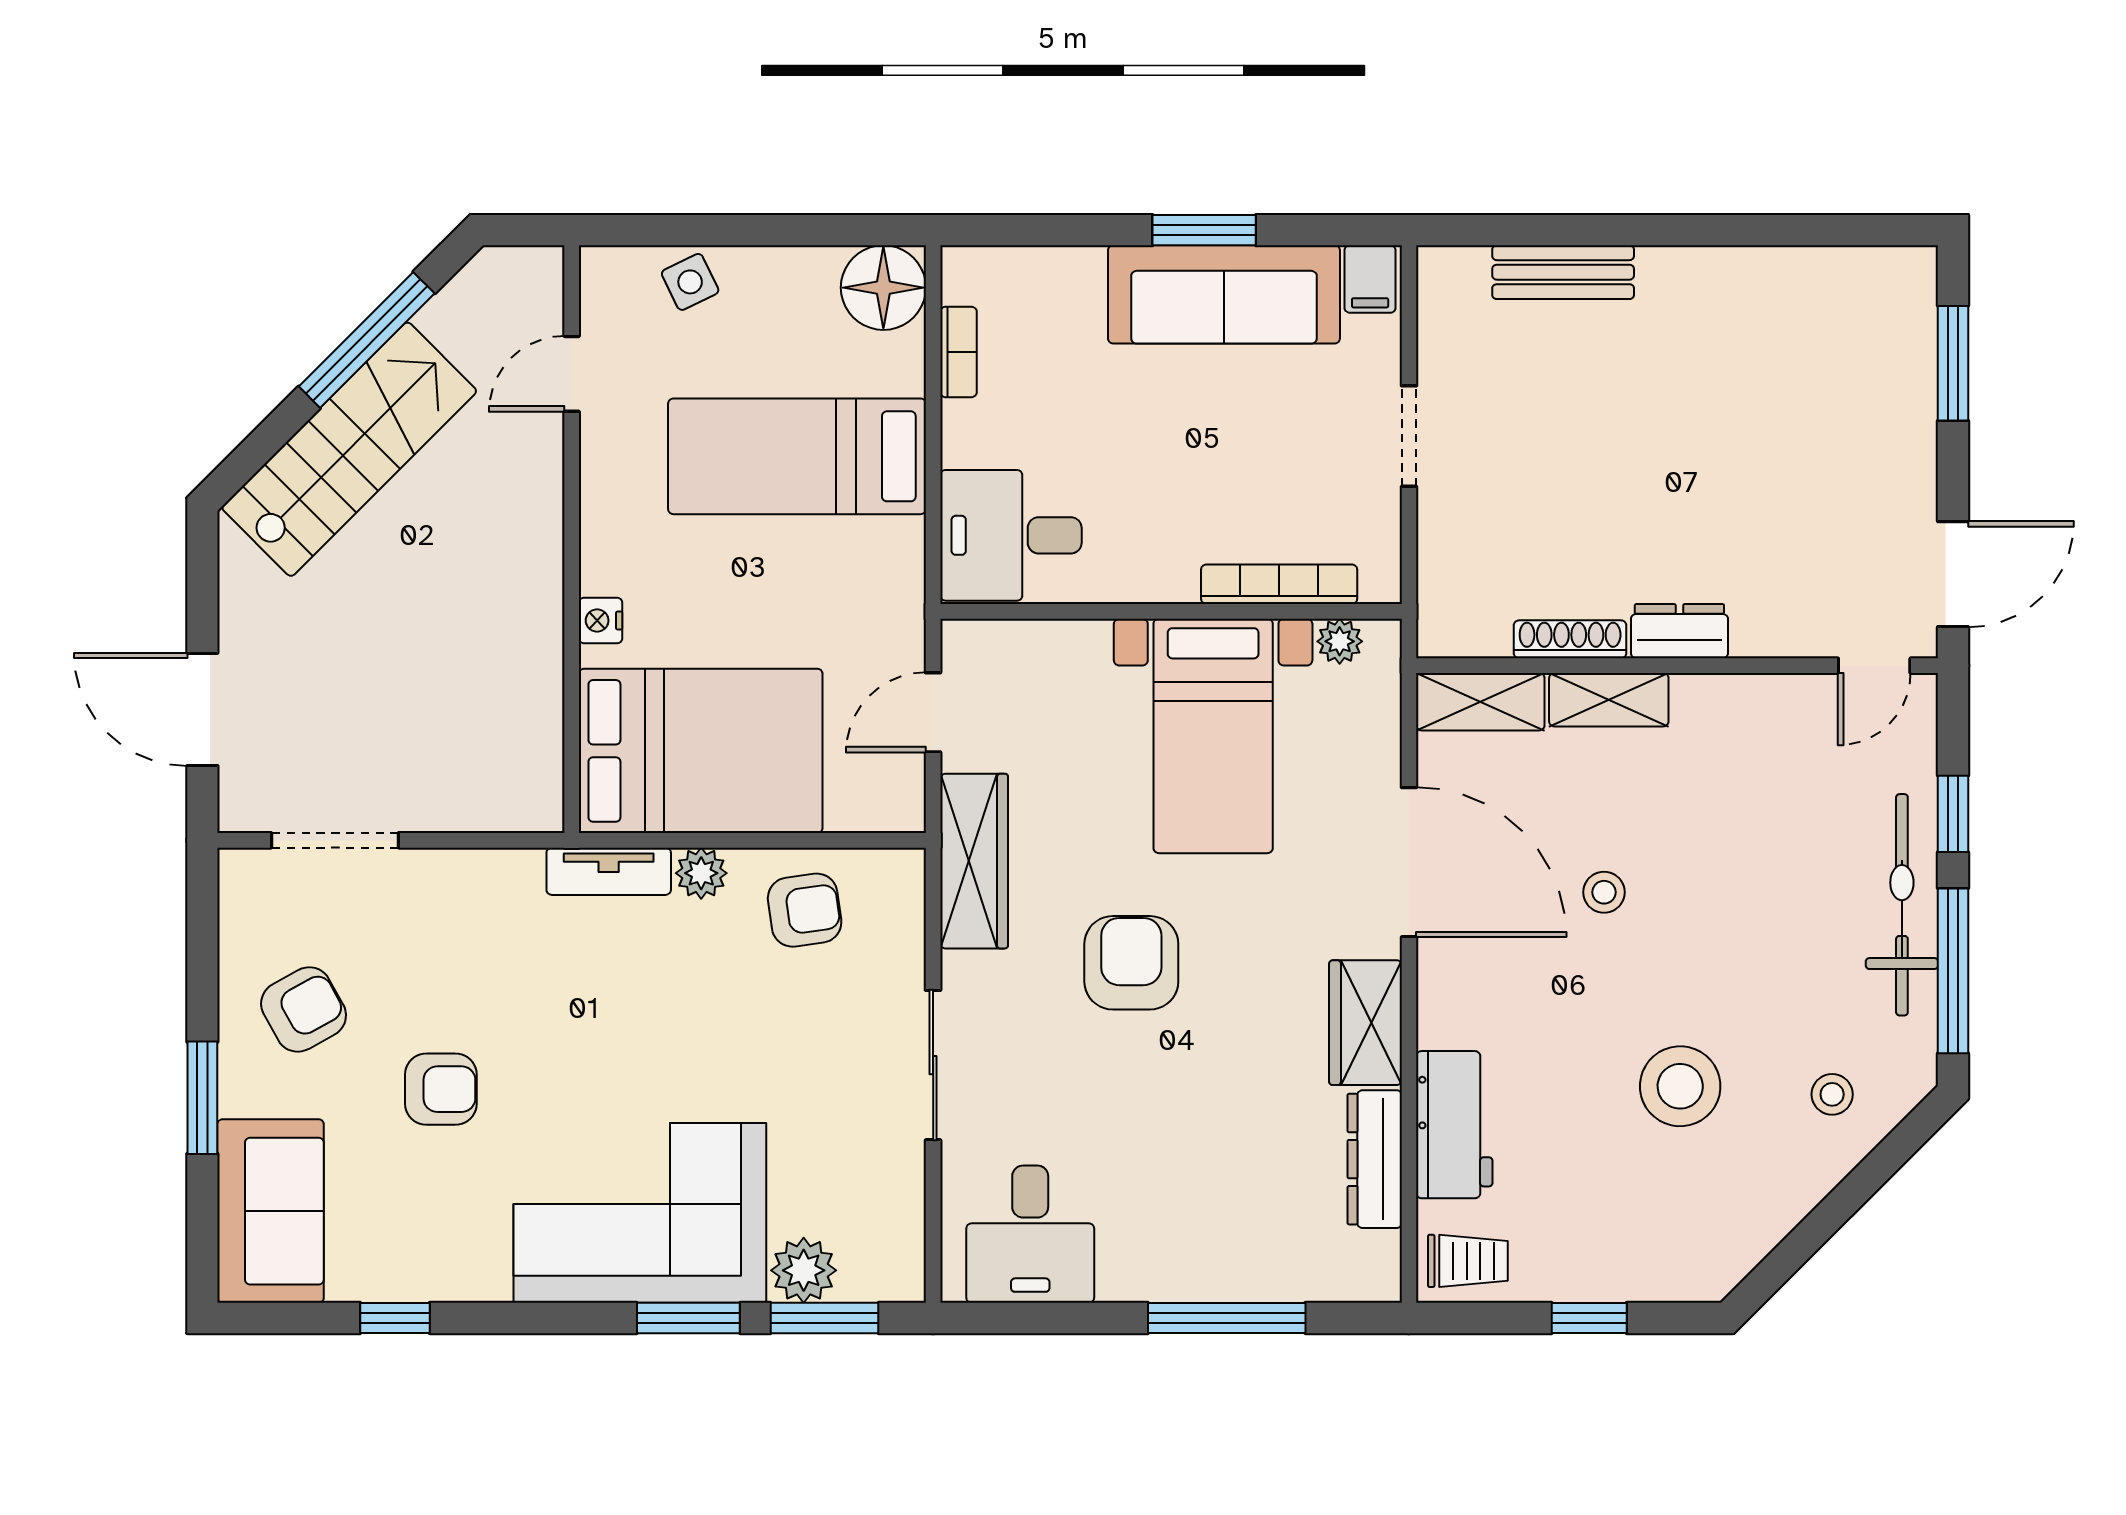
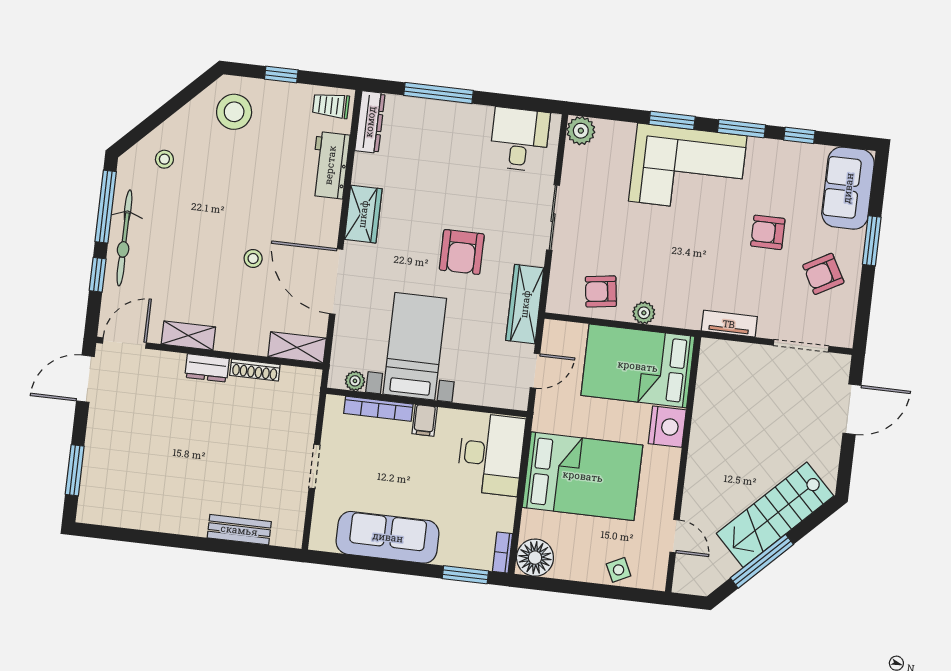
window: (1204, 230) -> (465, 575), moved
filing cabinet: (1370, 279) -> (425, 420), moved, turned 180
bookcase: (958, 352) -> (503, 553), moved
door: (572, 374) -> (675, 536), hinge flipped
bed: (797, 456) -> (583, 476), width x1.50
desk: (1011, 535) -> (491, 454), width x1.37
nightstand: (601, 620) -> (667, 427), width x1.89, depth x1.79
door: (1874, 666) -> (124, 343), width x1.37
shelving: (1609, 700) -> (188, 336), moved
door: (202, 709) -> (852, 409), hinge flipped
tv unit: (609, 871) -> (729, 324), moved
stool: (1680, 1086) -> (234, 112), moved
dresser: (1375, 1159) -> (370, 122), moved
plant: (804, 1270) -> (581, 131), moved
window: (824, 1318) -> (741, 129), moved

